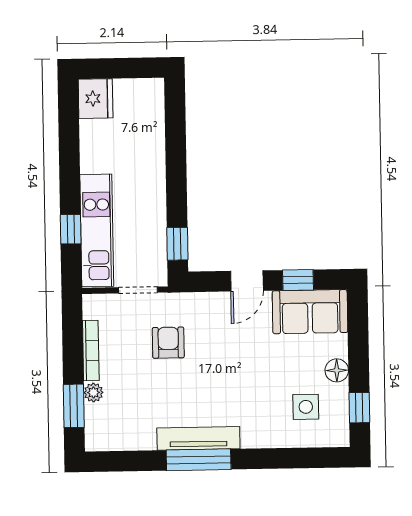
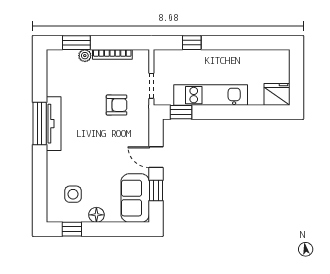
fridge: (96, 99) -> (277, 94), moved, turned 180
kitchen unit: (97, 230) -> (211, 95), moved, turned 180

